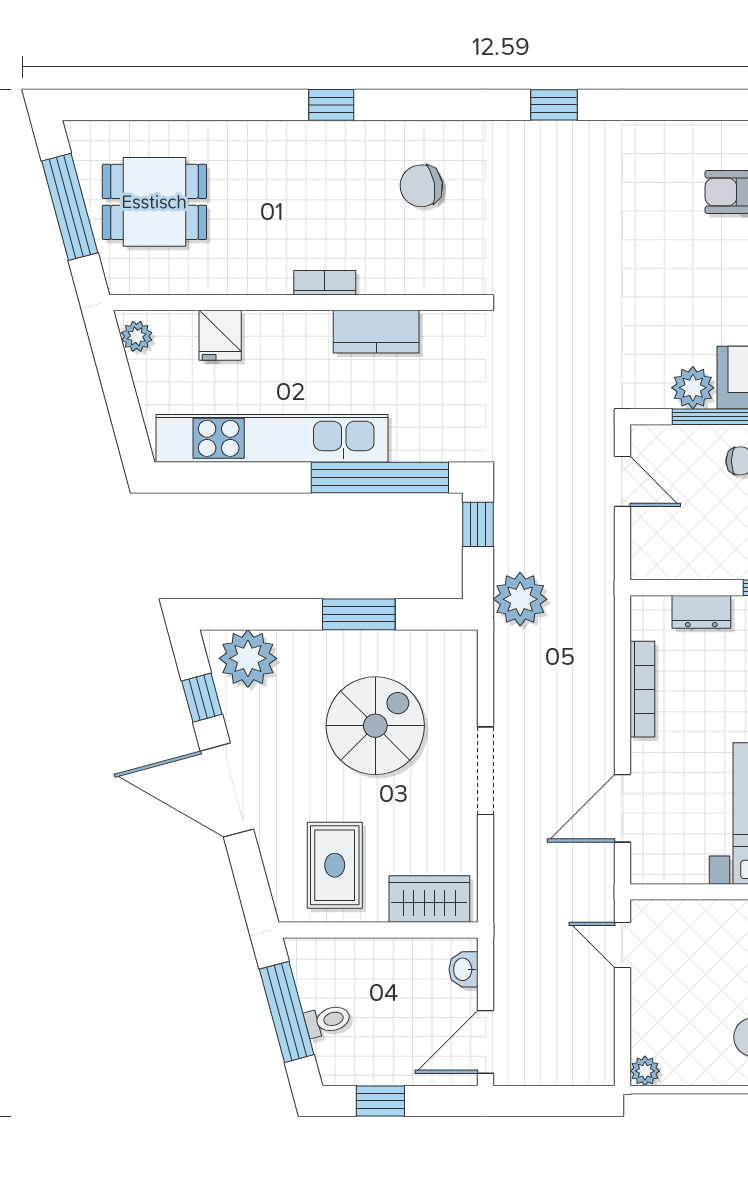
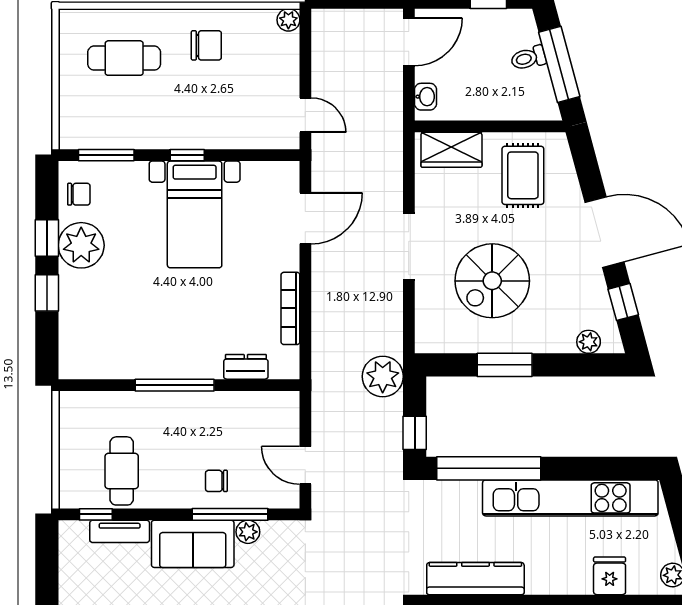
kitchen counter: (376, 332) -> (475, 579), width x1.50
plant: (693, 388) -> (248, 532), width x0.73, depth x0.73
plant: (248, 658) -> (589, 342), width x0.53, depth x0.53

